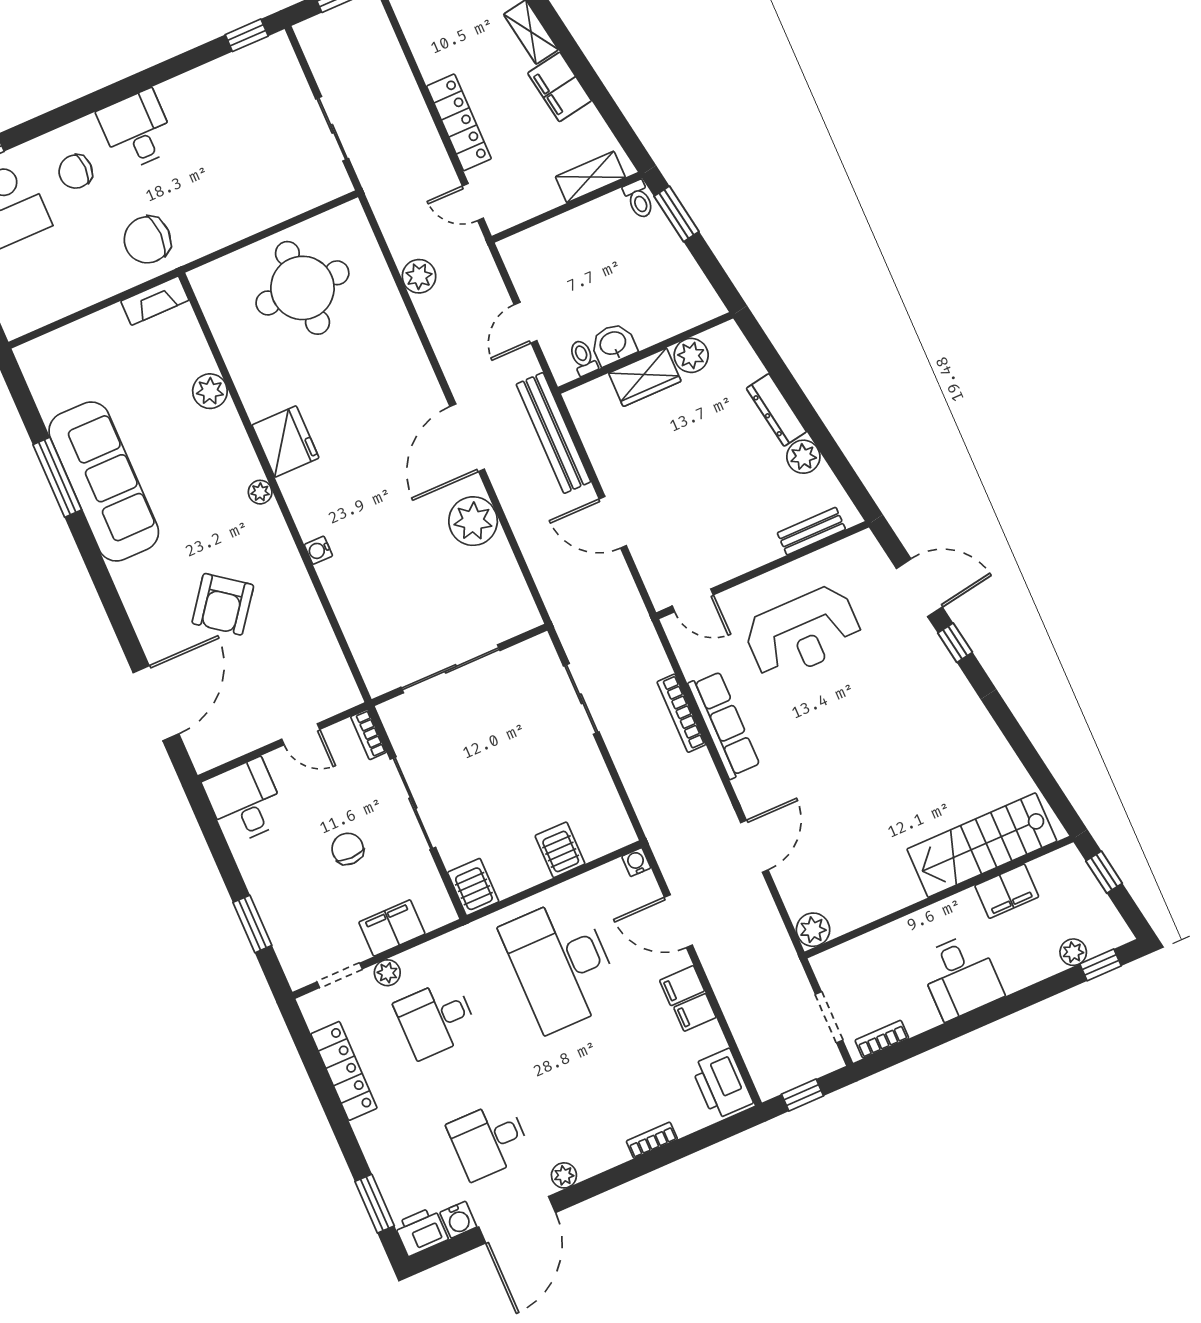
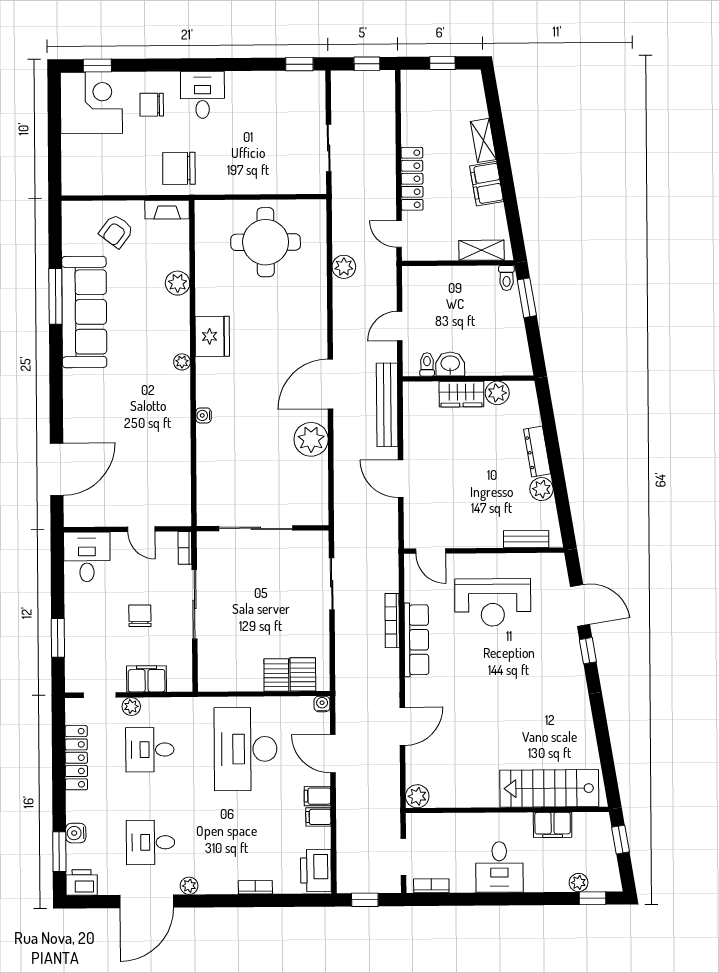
armchair: (223, 604) -> (116, 231), moved, width x0.72, depth x0.72
server rack: (473, 887) -> (303, 674), moved
water cooler: (458, 1220) -> (76, 833), moved, turned 90

